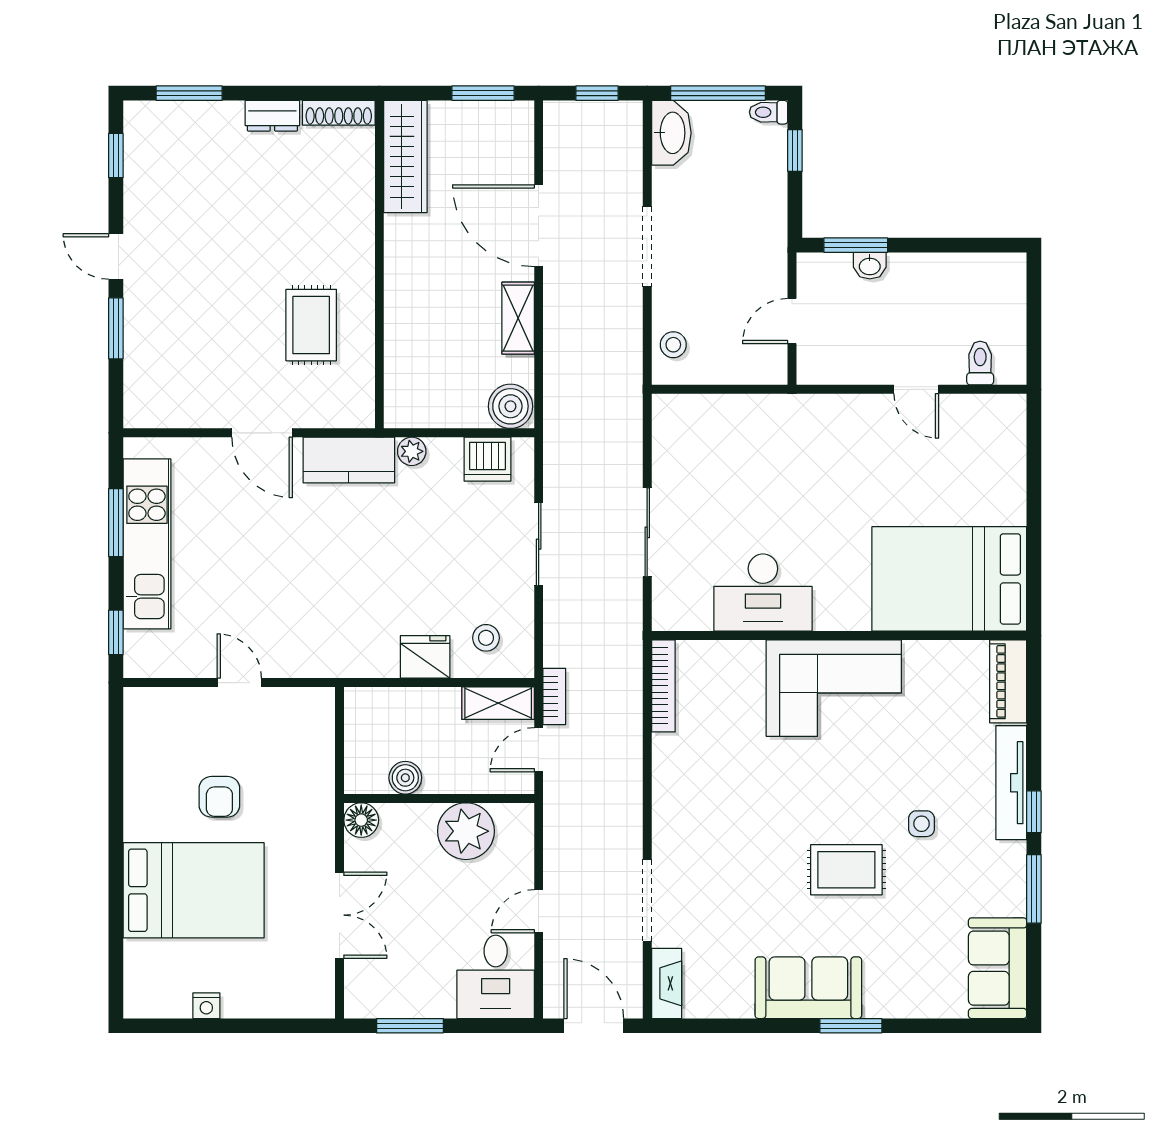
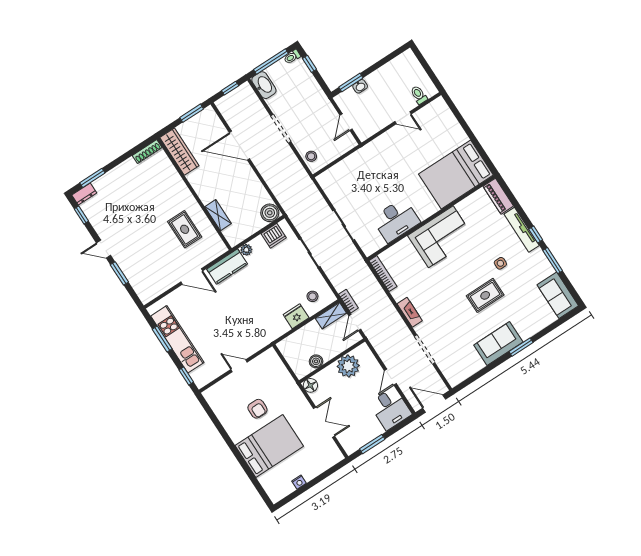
dresser: (272, 116) -> (84, 194), moved
shelving: (518, 318) -> (218, 215), moved
fireplace: (667, 983) -> (410, 312), moved

